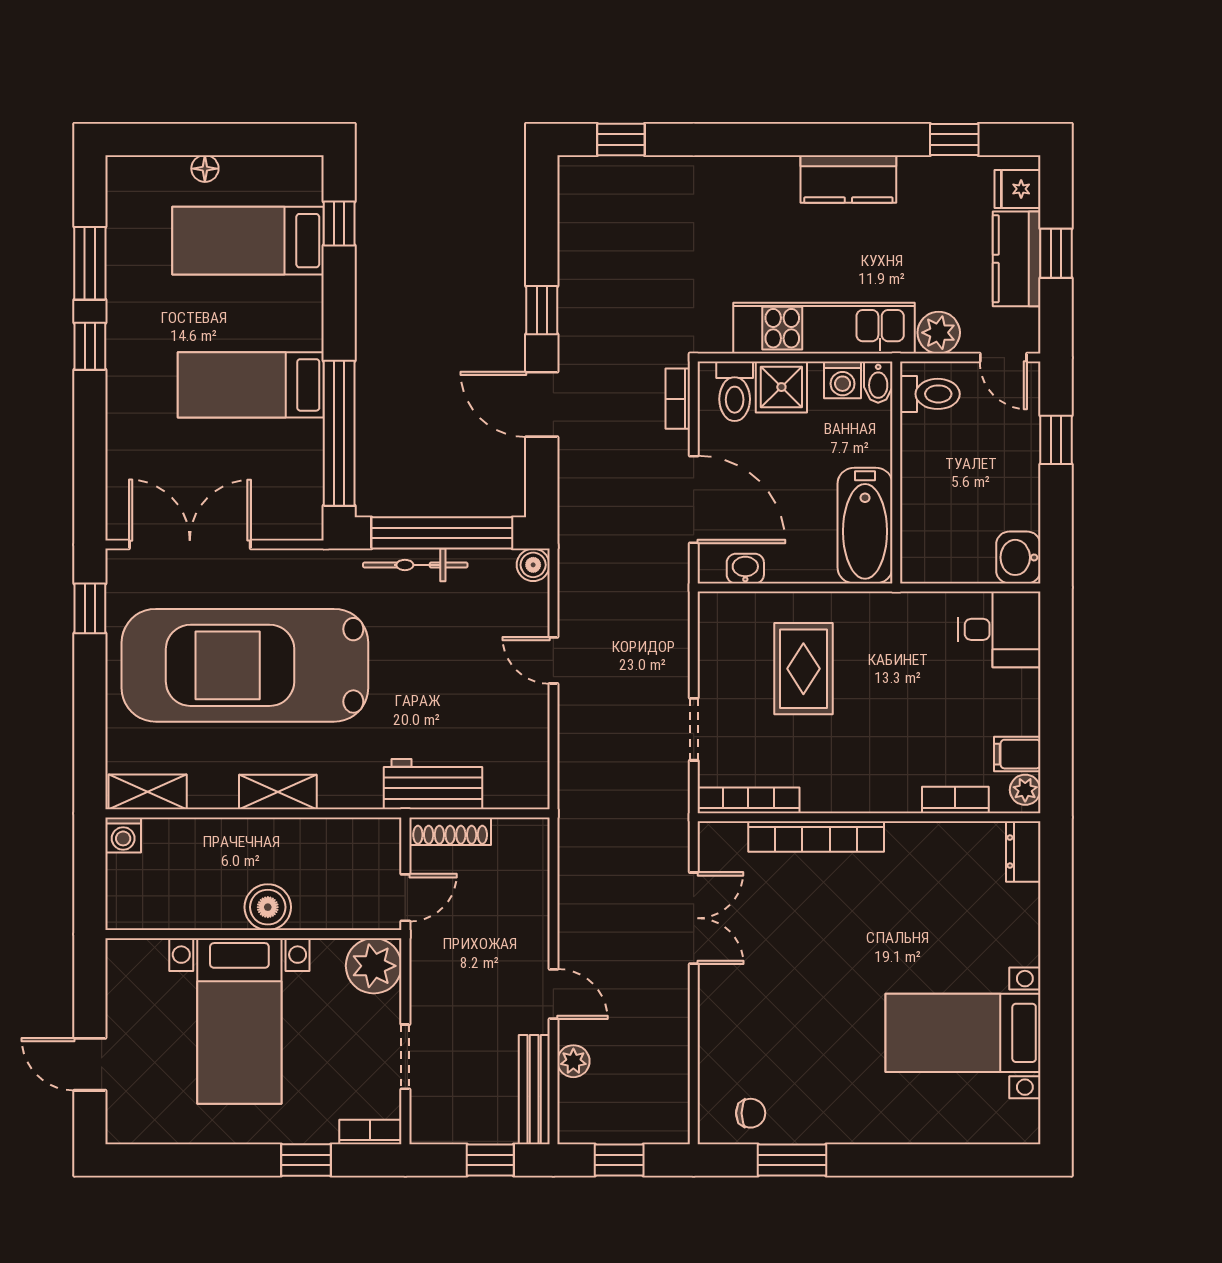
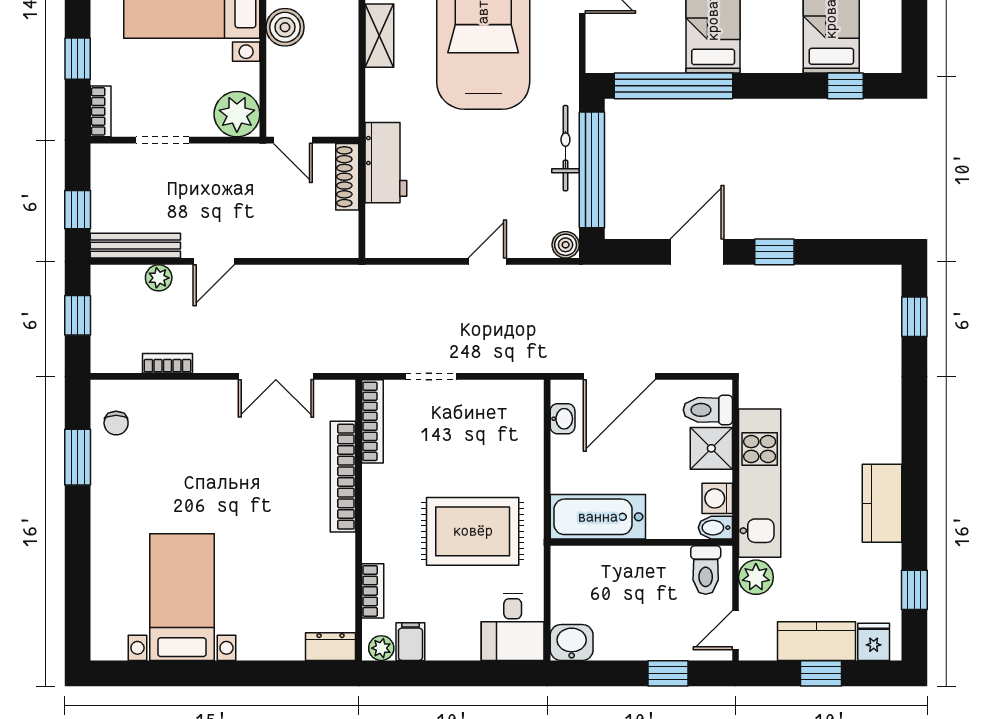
bookcase: (678, 399) -> (167, 363), moved
rug: (803, 669) -> (473, 531), moved, width x1.36, depth x1.43

